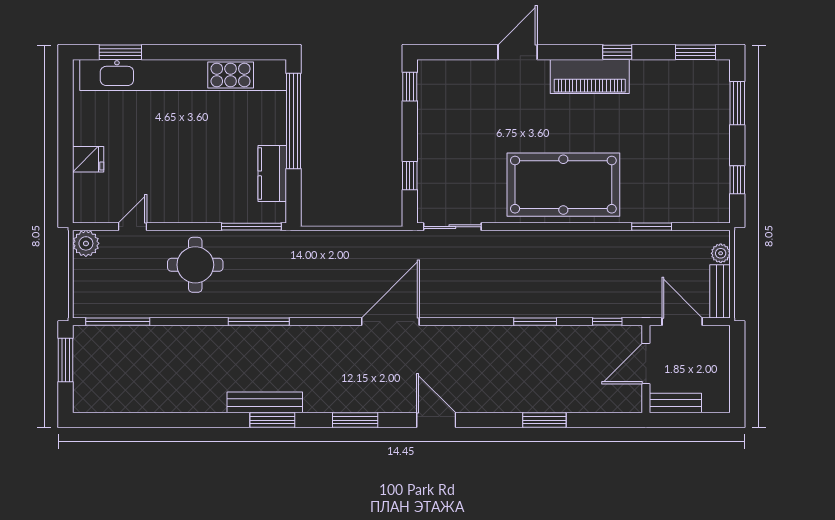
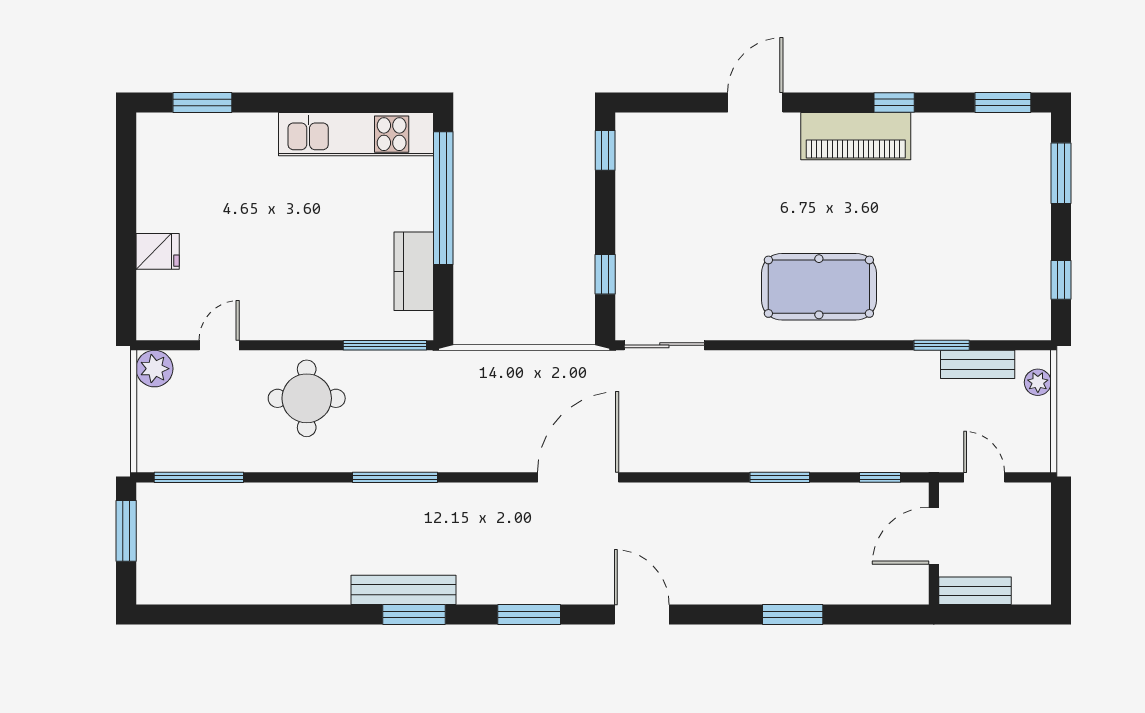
kitchen unit: (183, 75) -> (356, 134), width x0.54
pool table: (563, 185) -> (819, 287), width x0.73, depth x0.76
bench: (720, 291) -> (978, 364), moved, turned 90
door: (682, 322) -> (984, 477), width x0.73

